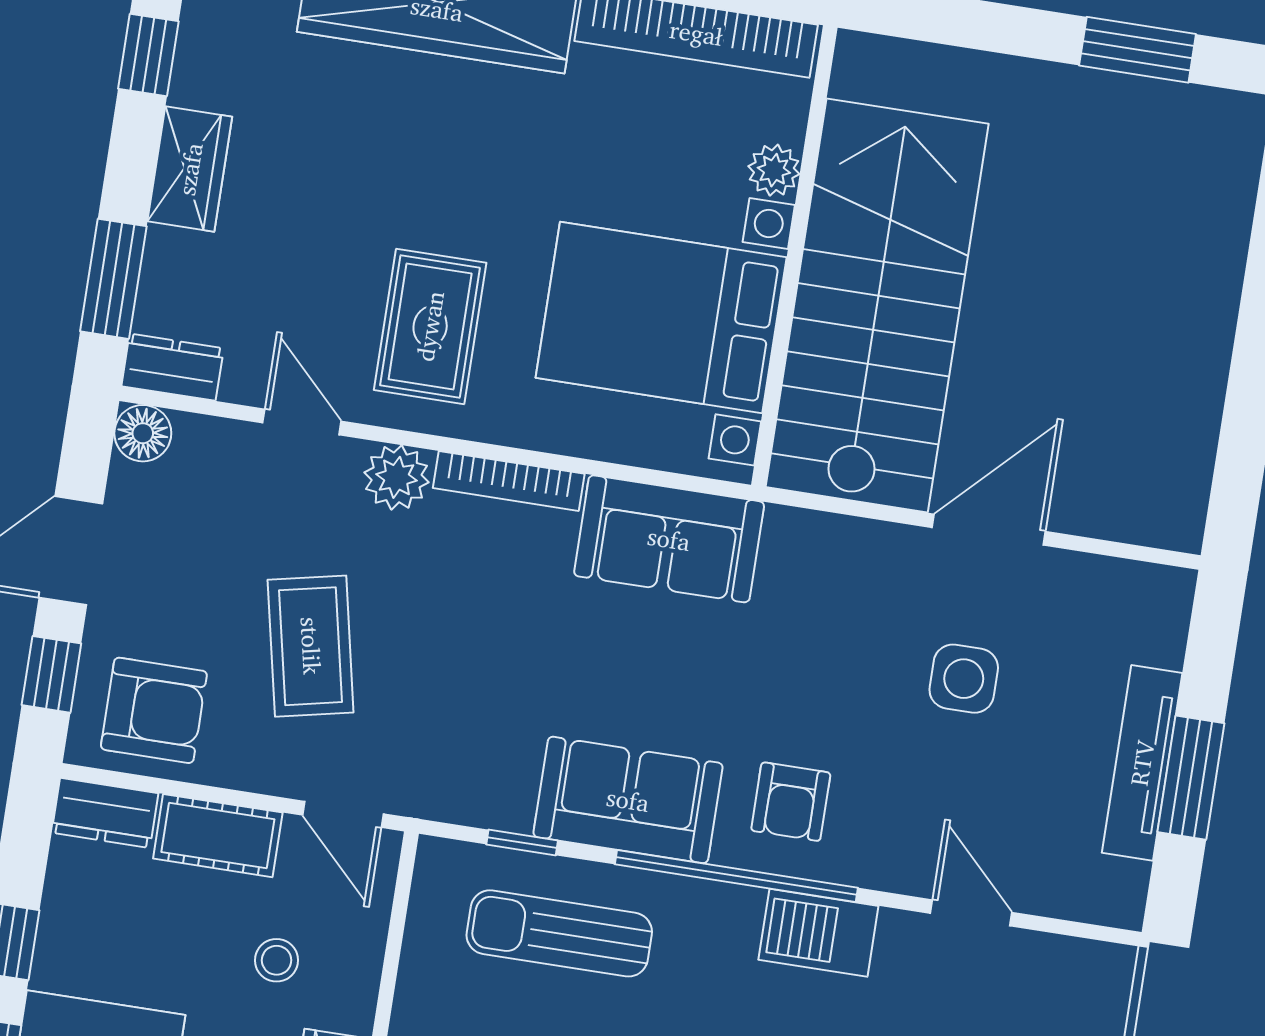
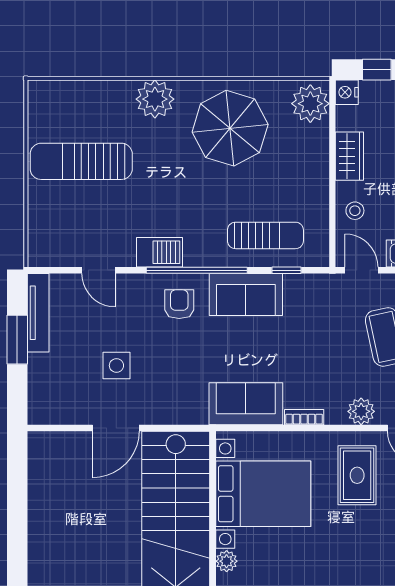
bookcase: (509, 481) -> (304, 417), width x0.64
tv unit: (1142, 763) -> (38, 313), moved
stool: (277, 960) -> (355, 211), moved

